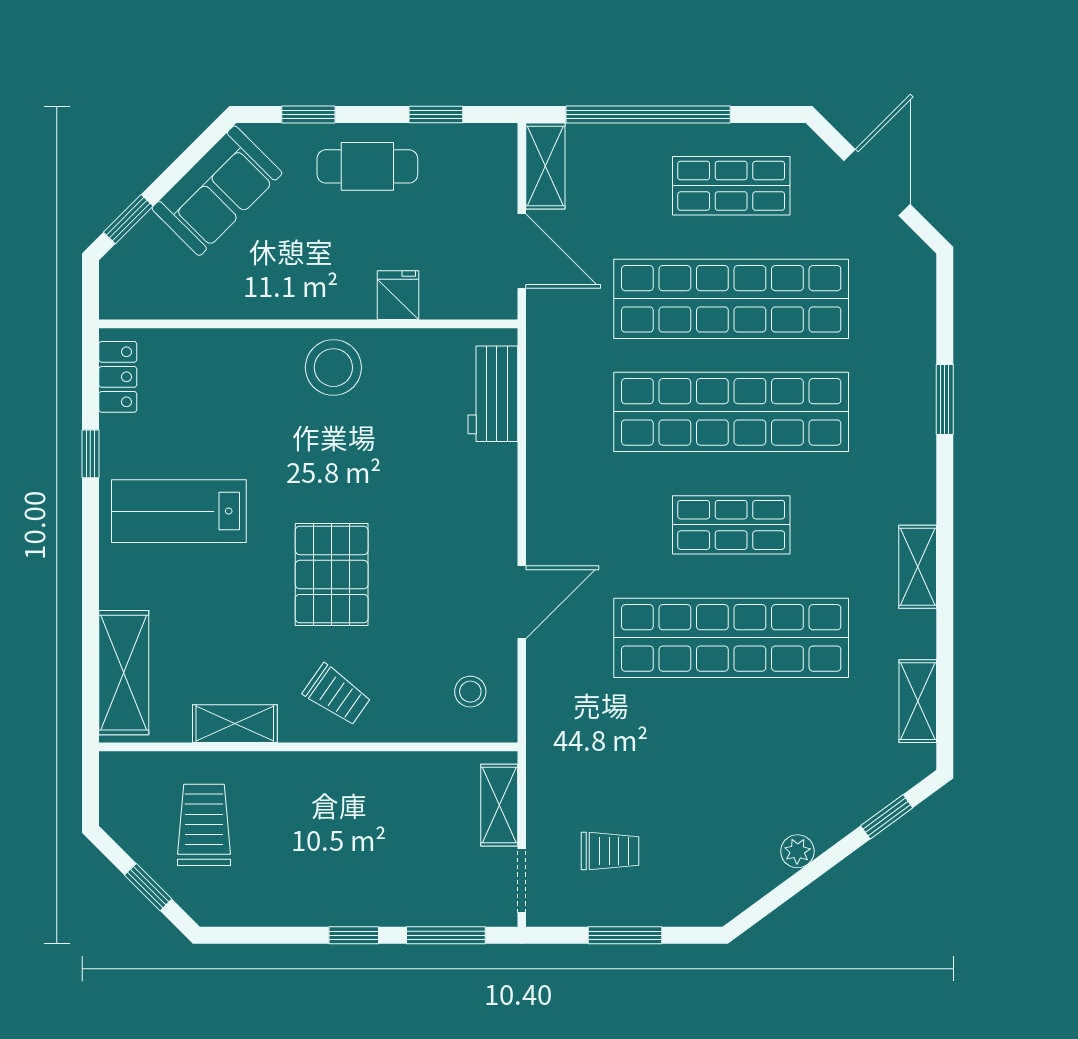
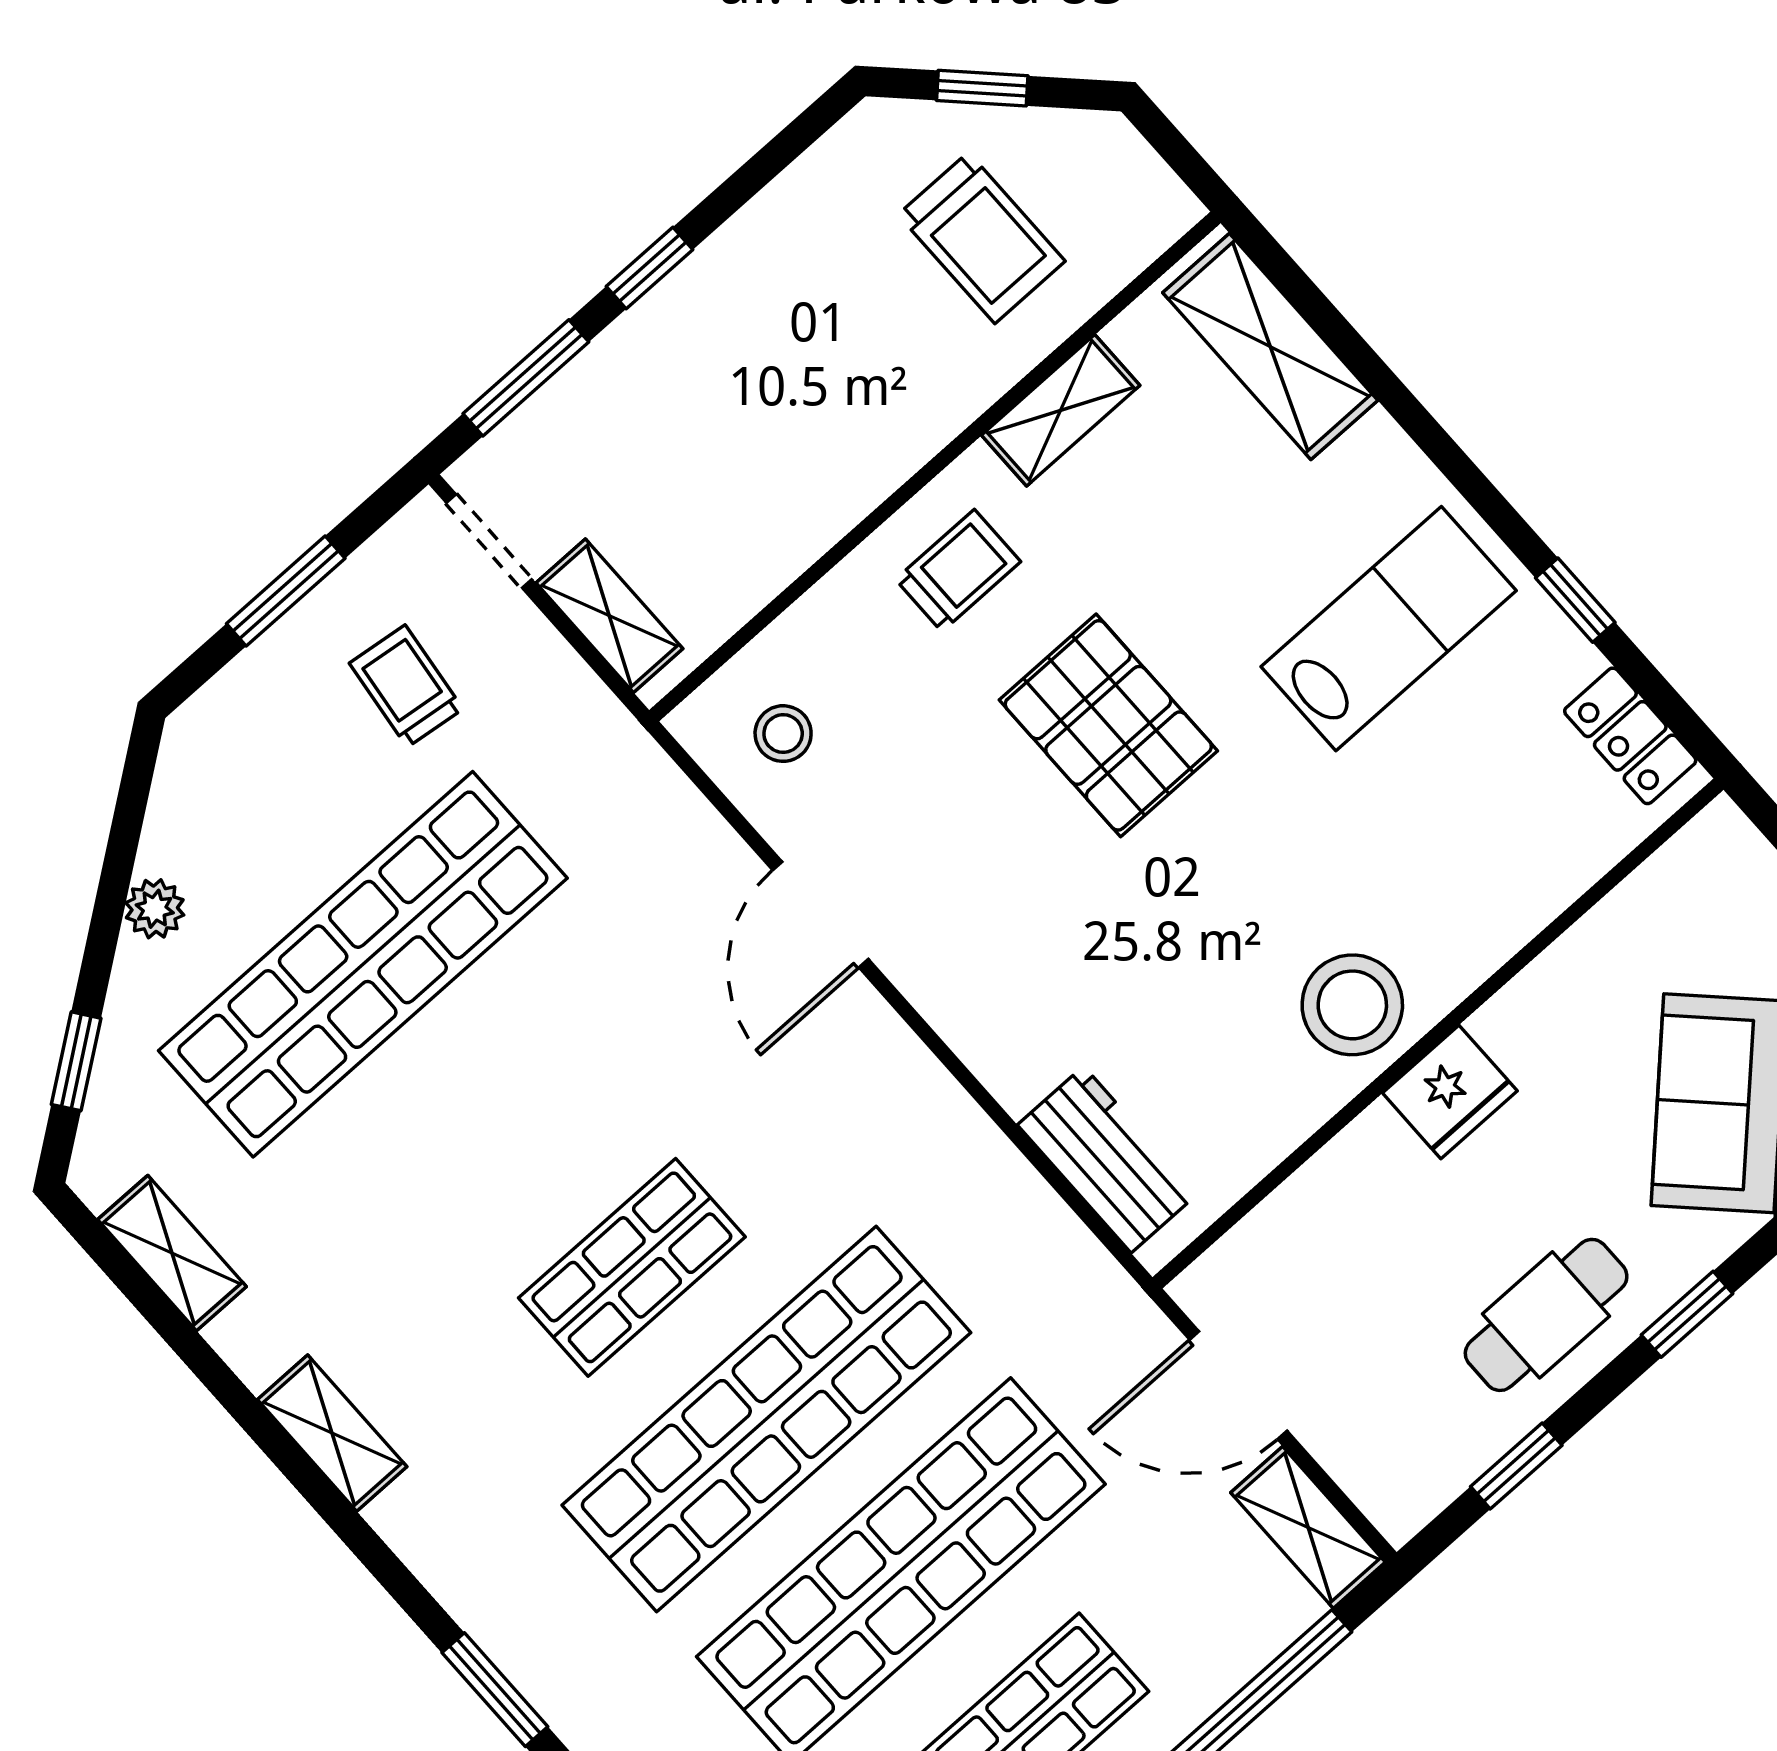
fridge: (398, 295) -> (1450, 1092), moved, width x1.38
shop shelf: (731, 638) -> (363, 964), moved
trolley: (337, 695) -> (958, 571), turned 145
trolley: (610, 851) -> (406, 686), turned 97

